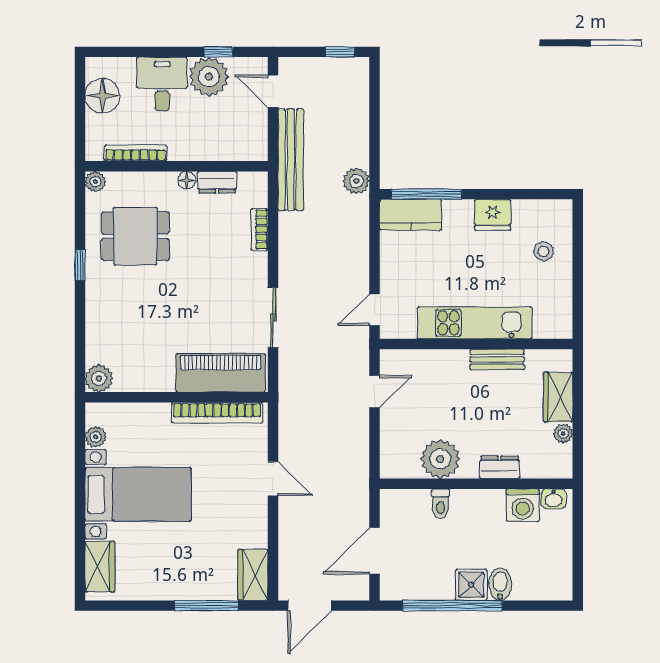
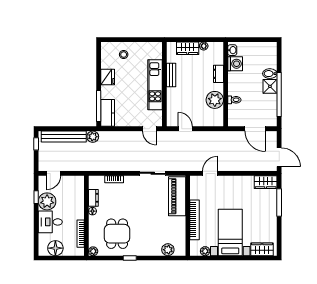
bench: (291, 160) -> (64, 137), moved
plant: (99, 378) -> (168, 250), moved
bookcase: (217, 413) -> (195, 220), moved
door: (273, 479) -> (210, 173), moved

